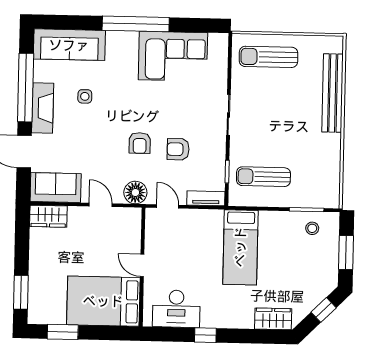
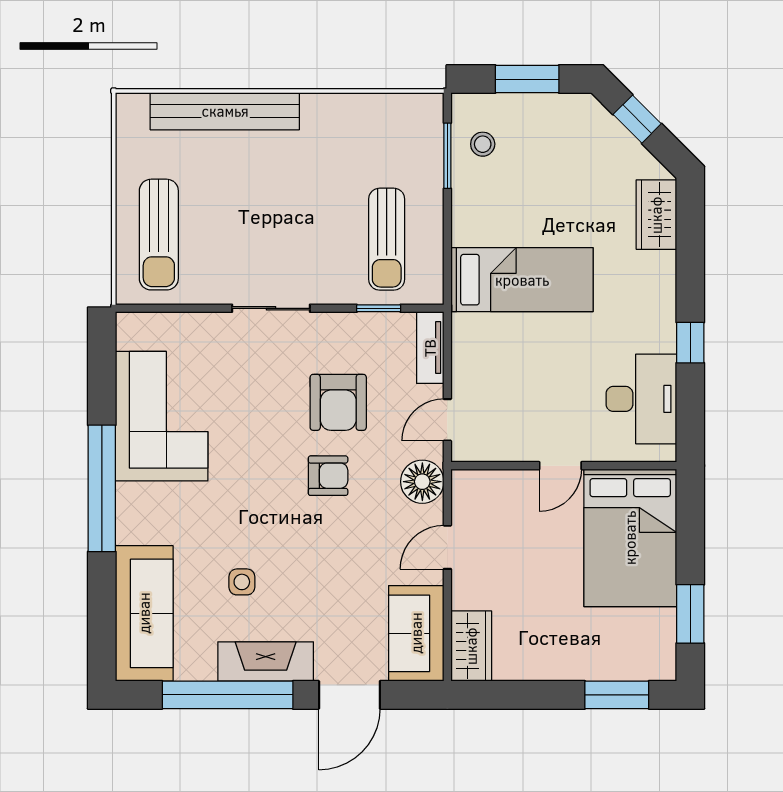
armchair: (178, 149) -> (338, 402), width x1.38, depth x1.38

